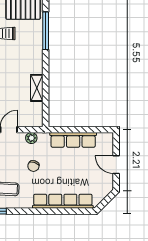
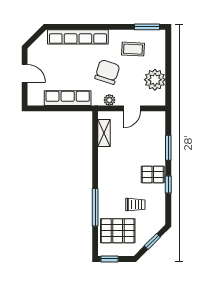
shelving: (37, 88) -> (104, 133), moved
chair: (33, 166) -> (107, 72), width x1.87, depth x1.87

